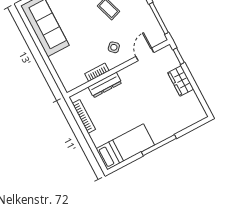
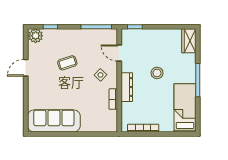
wardrobe: (181, 81) -> (189, 41), moved, turned 90
dresser: (105, 85) -> (127, 87), moved
stool: (145, 102) -> (157, 73), added

